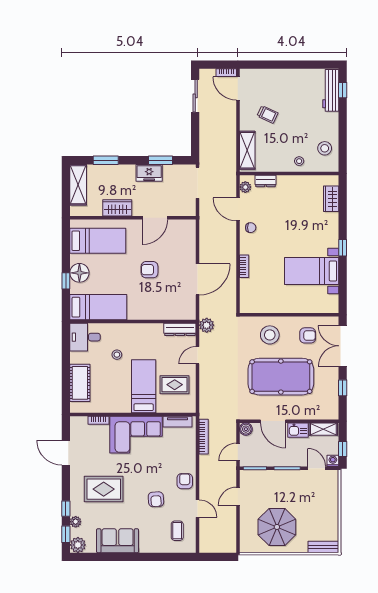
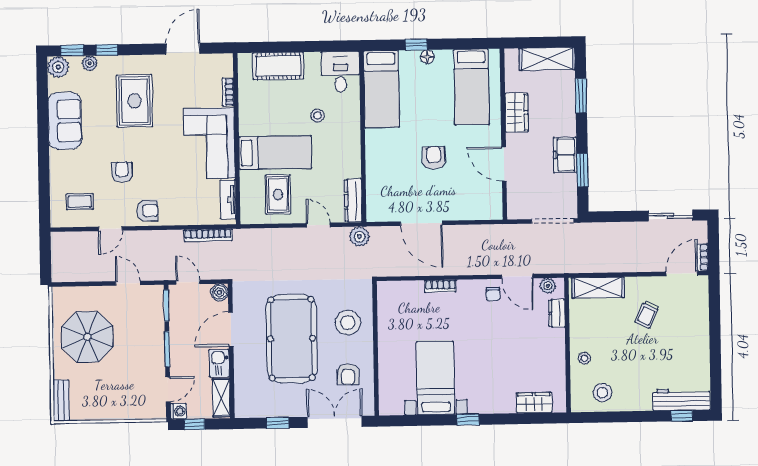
door: (238, 209) -> (517, 276), swing flipped
floor lamp: (79, 273) -> (427, 57), width x0.53, depth x0.53
armchair: (156, 499) -> (122, 172), turned 94

